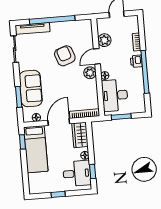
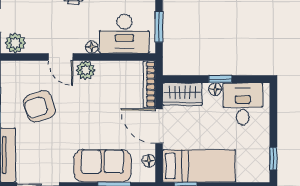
plant: (104, 40) -> (15, 43), moved
armchair: (65, 56) -> (39, 106), moved
window: (93, 171) -> (220, 79), moved
window: (58, 194) -> (273, 158), moved

